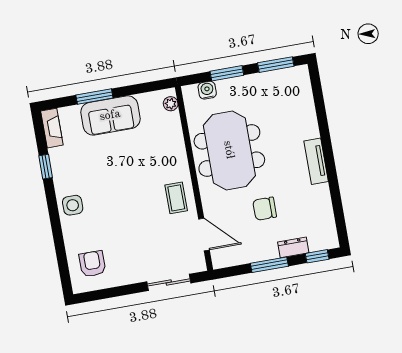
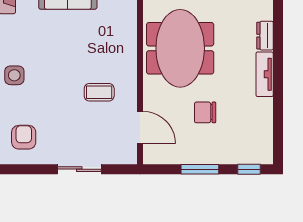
coffee table: (176, 198) -> (99, 92), moved, turned 90
dresser: (293, 247) -> (265, 36), moved, turned -90
sliding door: (169, 282) -> (79, 169), moved

